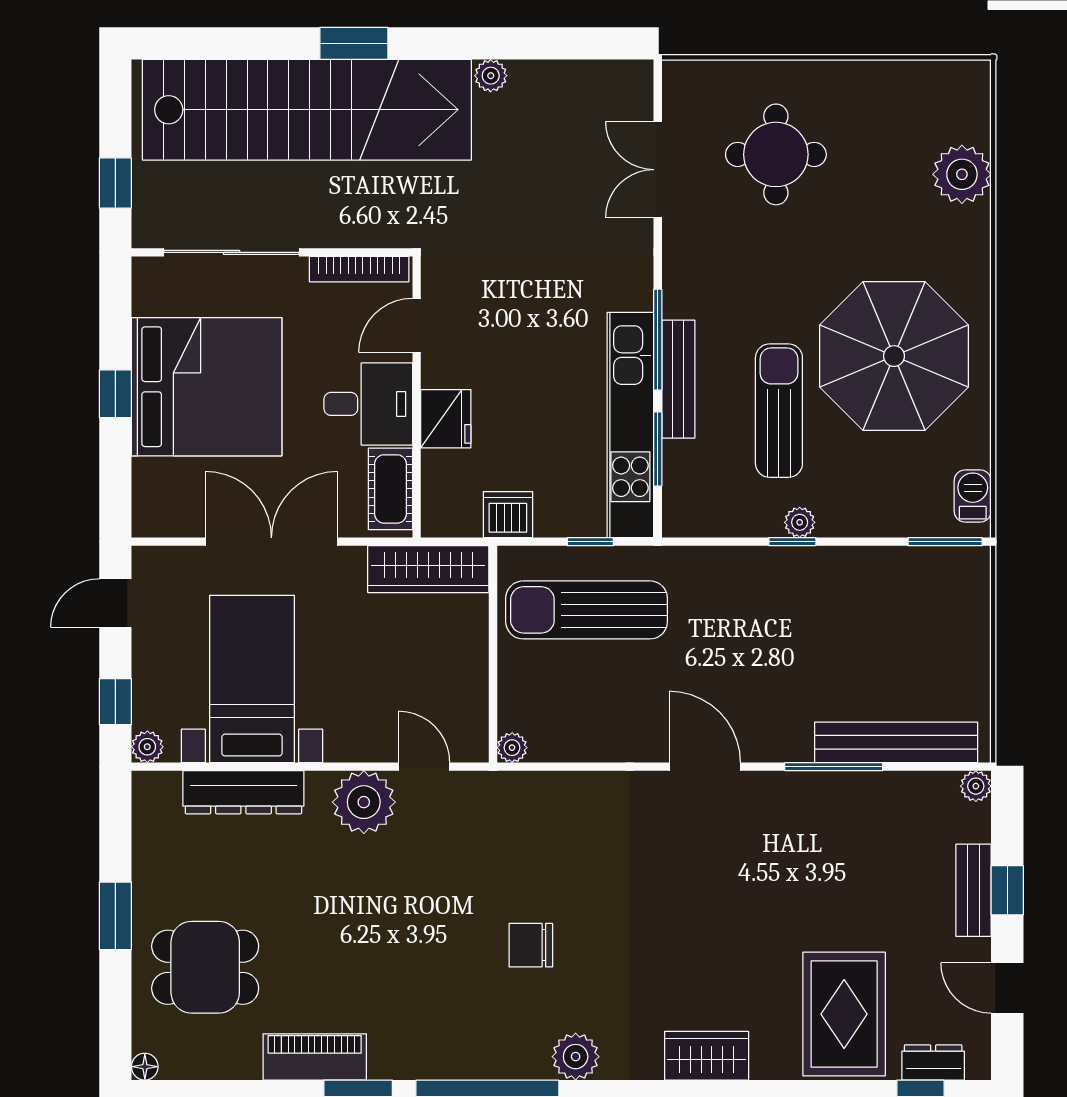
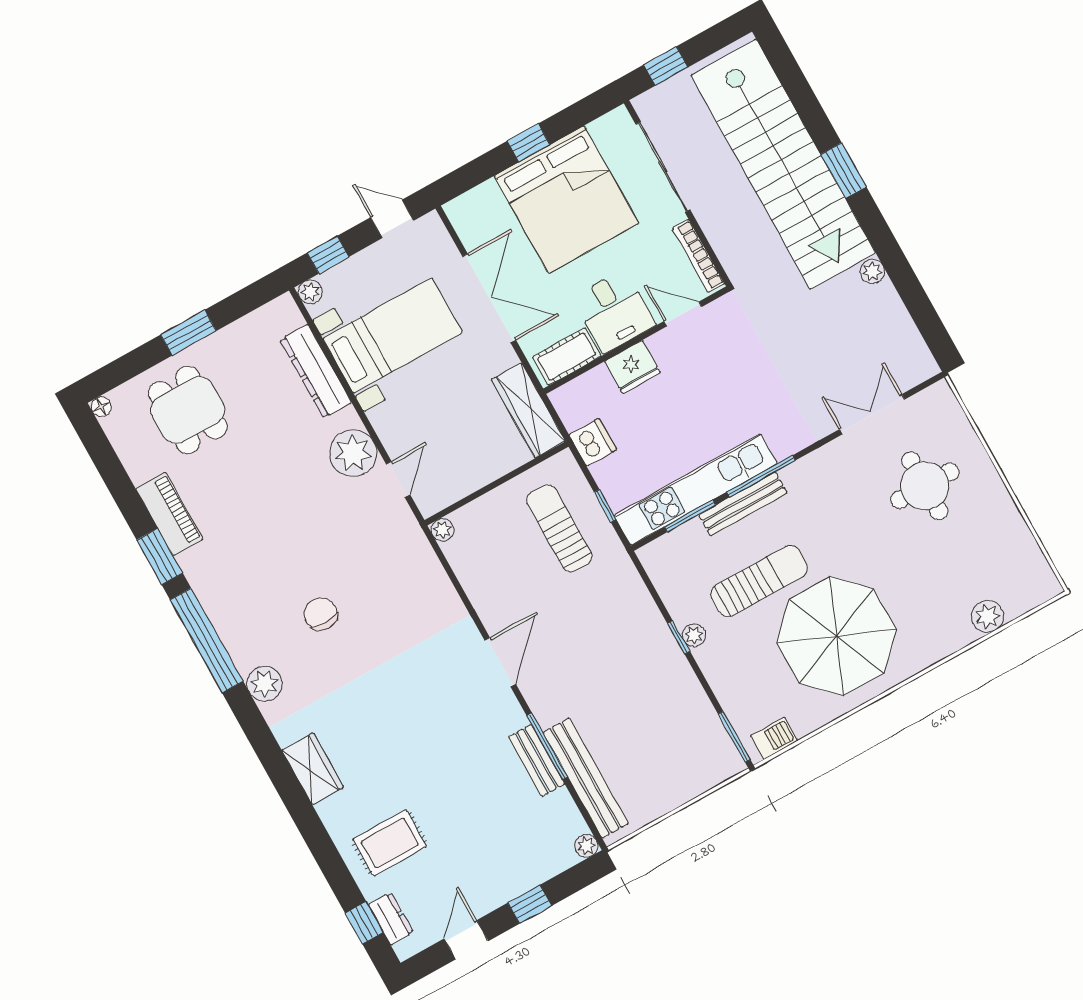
plant: (962, 174) -> (988, 616), width x0.73, depth x0.73
sun lounger: (587, 610) -> (559, 528), width x0.73, depth x0.75
bench: (974, 890) -> (537, 760), moved, turned 90
rug: (844, 1014) -> (390, 843), width x0.73, depth x0.70

